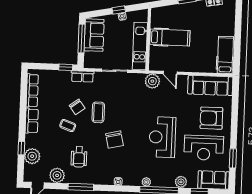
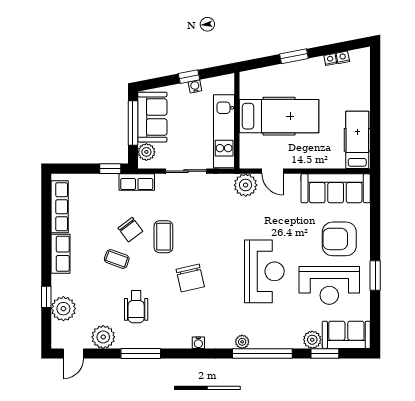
hospital bed: (170, 37) -> (279, 116), width x1.37, depth x1.29
plant: (89, 57) -> (146, 152), added
reception desk: (162, 137) -> (264, 271), turned 180
window: (233, 158) -> (375, 275), moved
plant: (181, 182) -> (312, 340), moved

